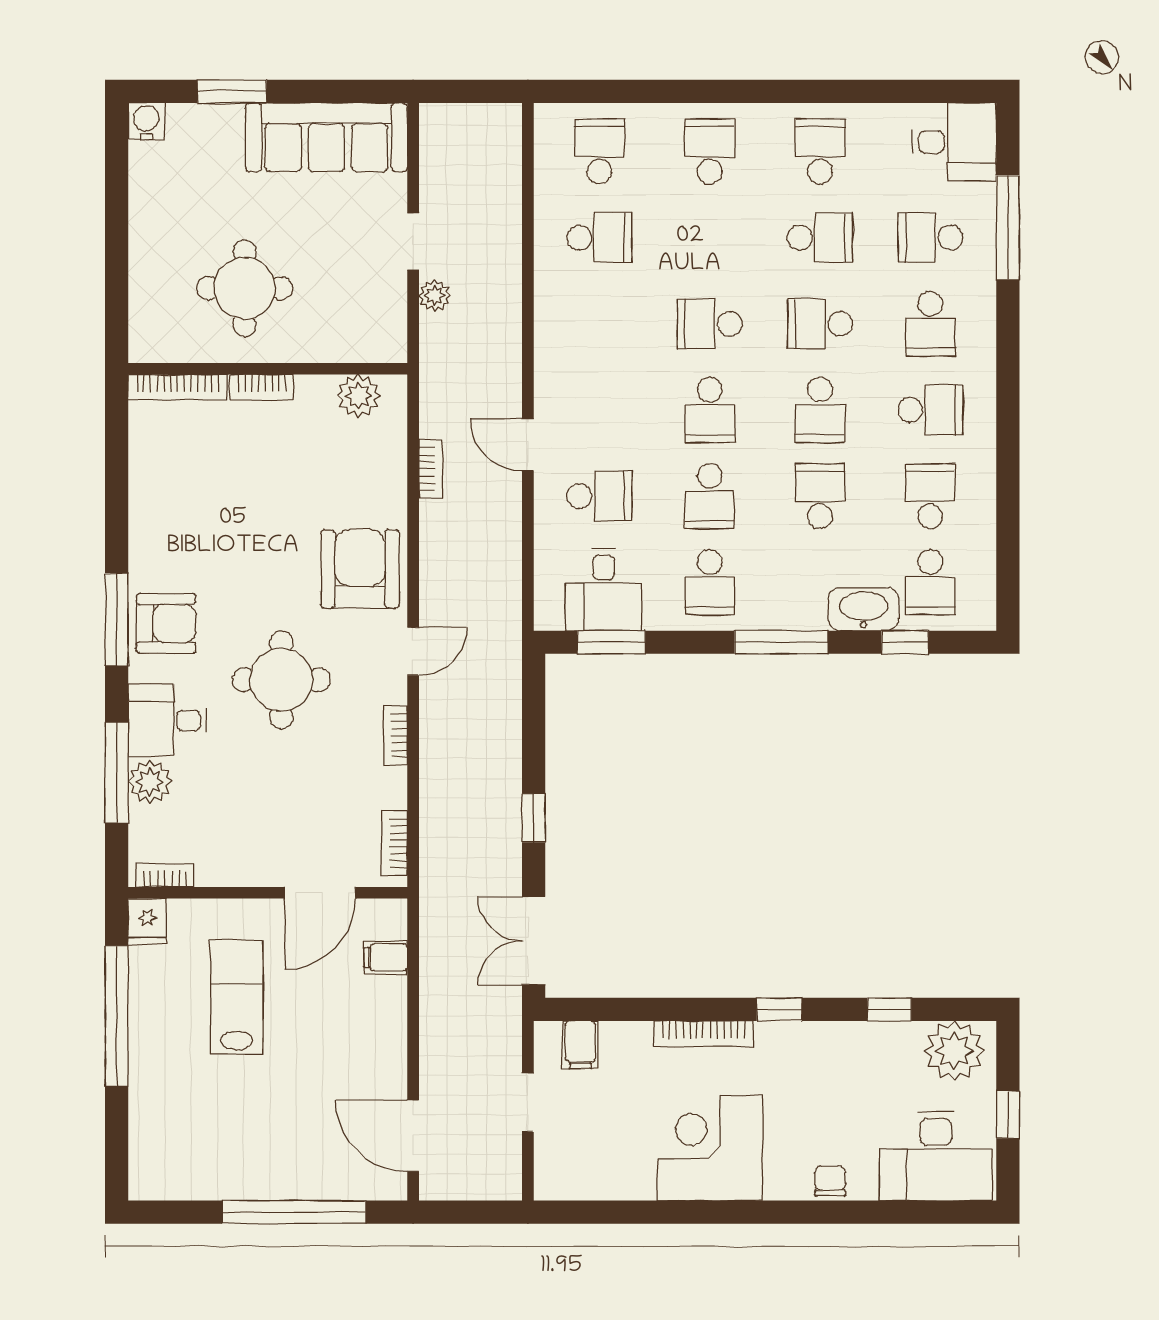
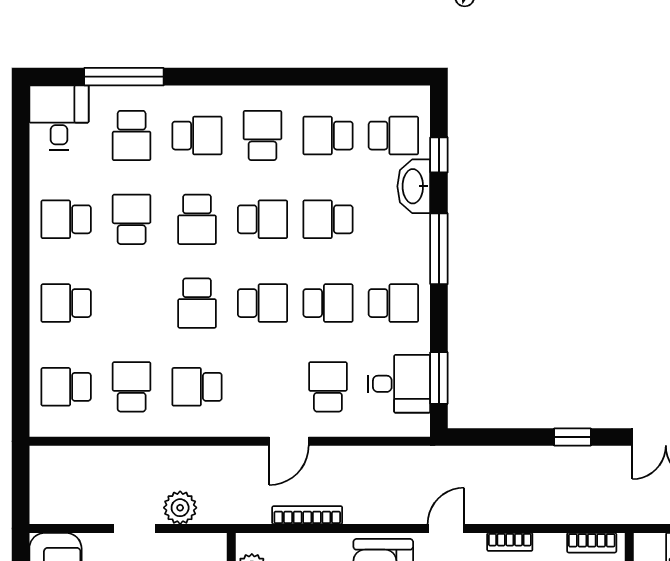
plant: (435, 296) -> (180, 508), width x1.38, depth x1.38
school desk: (600, 324) -> (197, 387), added
bookcase: (431, 469) -> (307, 515), width x1.56
door: (413, 651) -> (446, 528), hinge flipped

